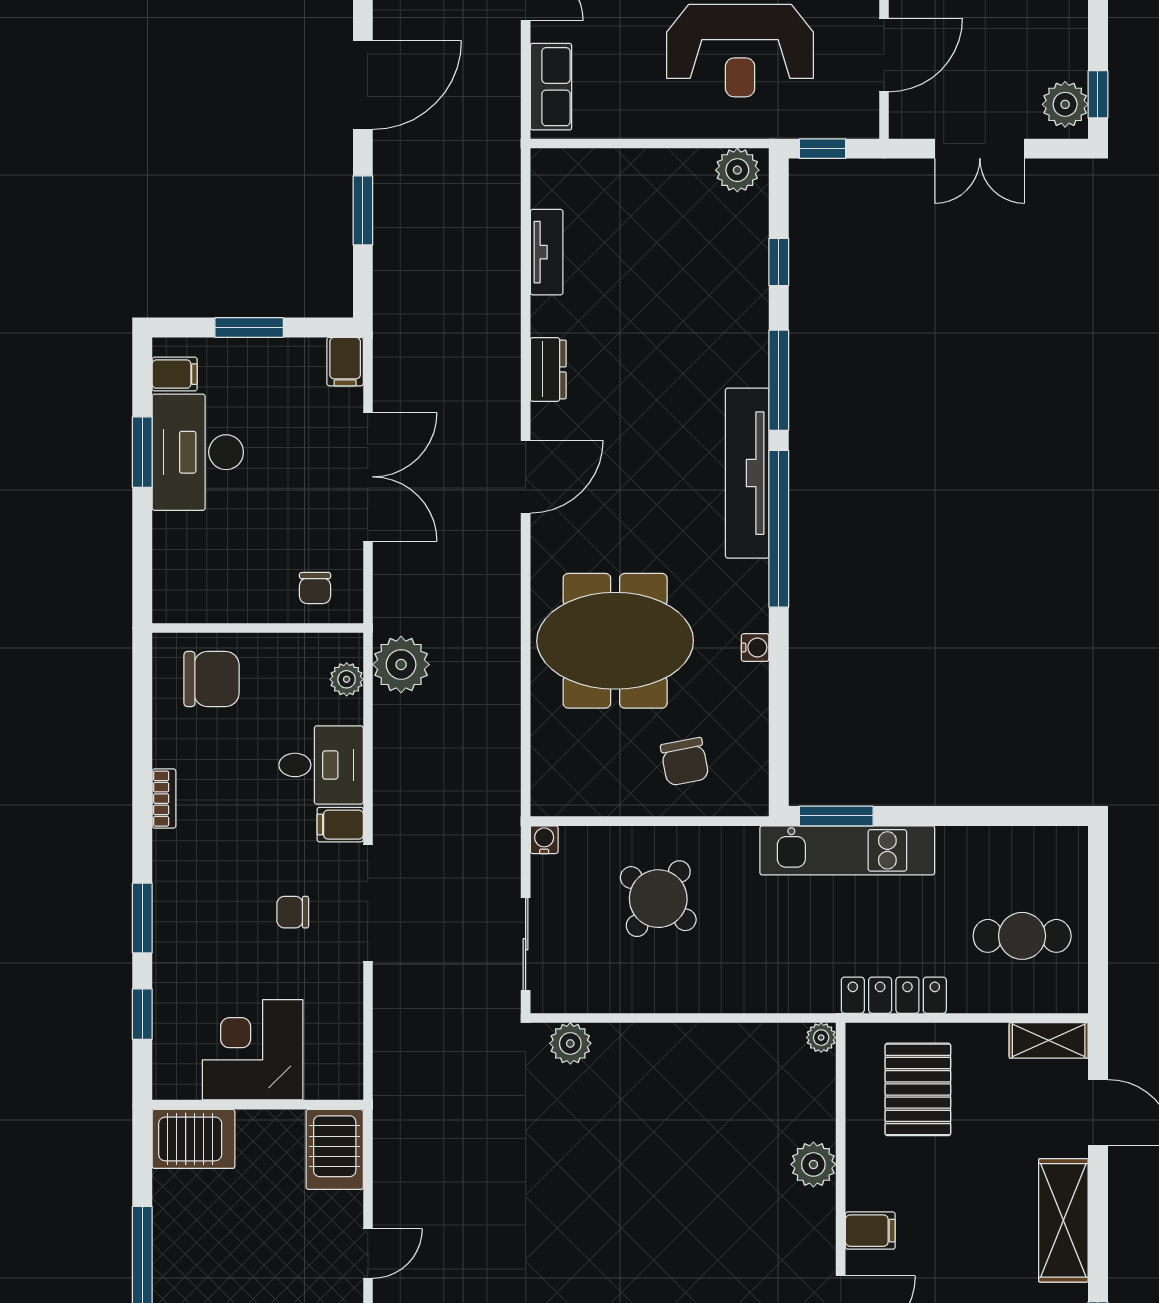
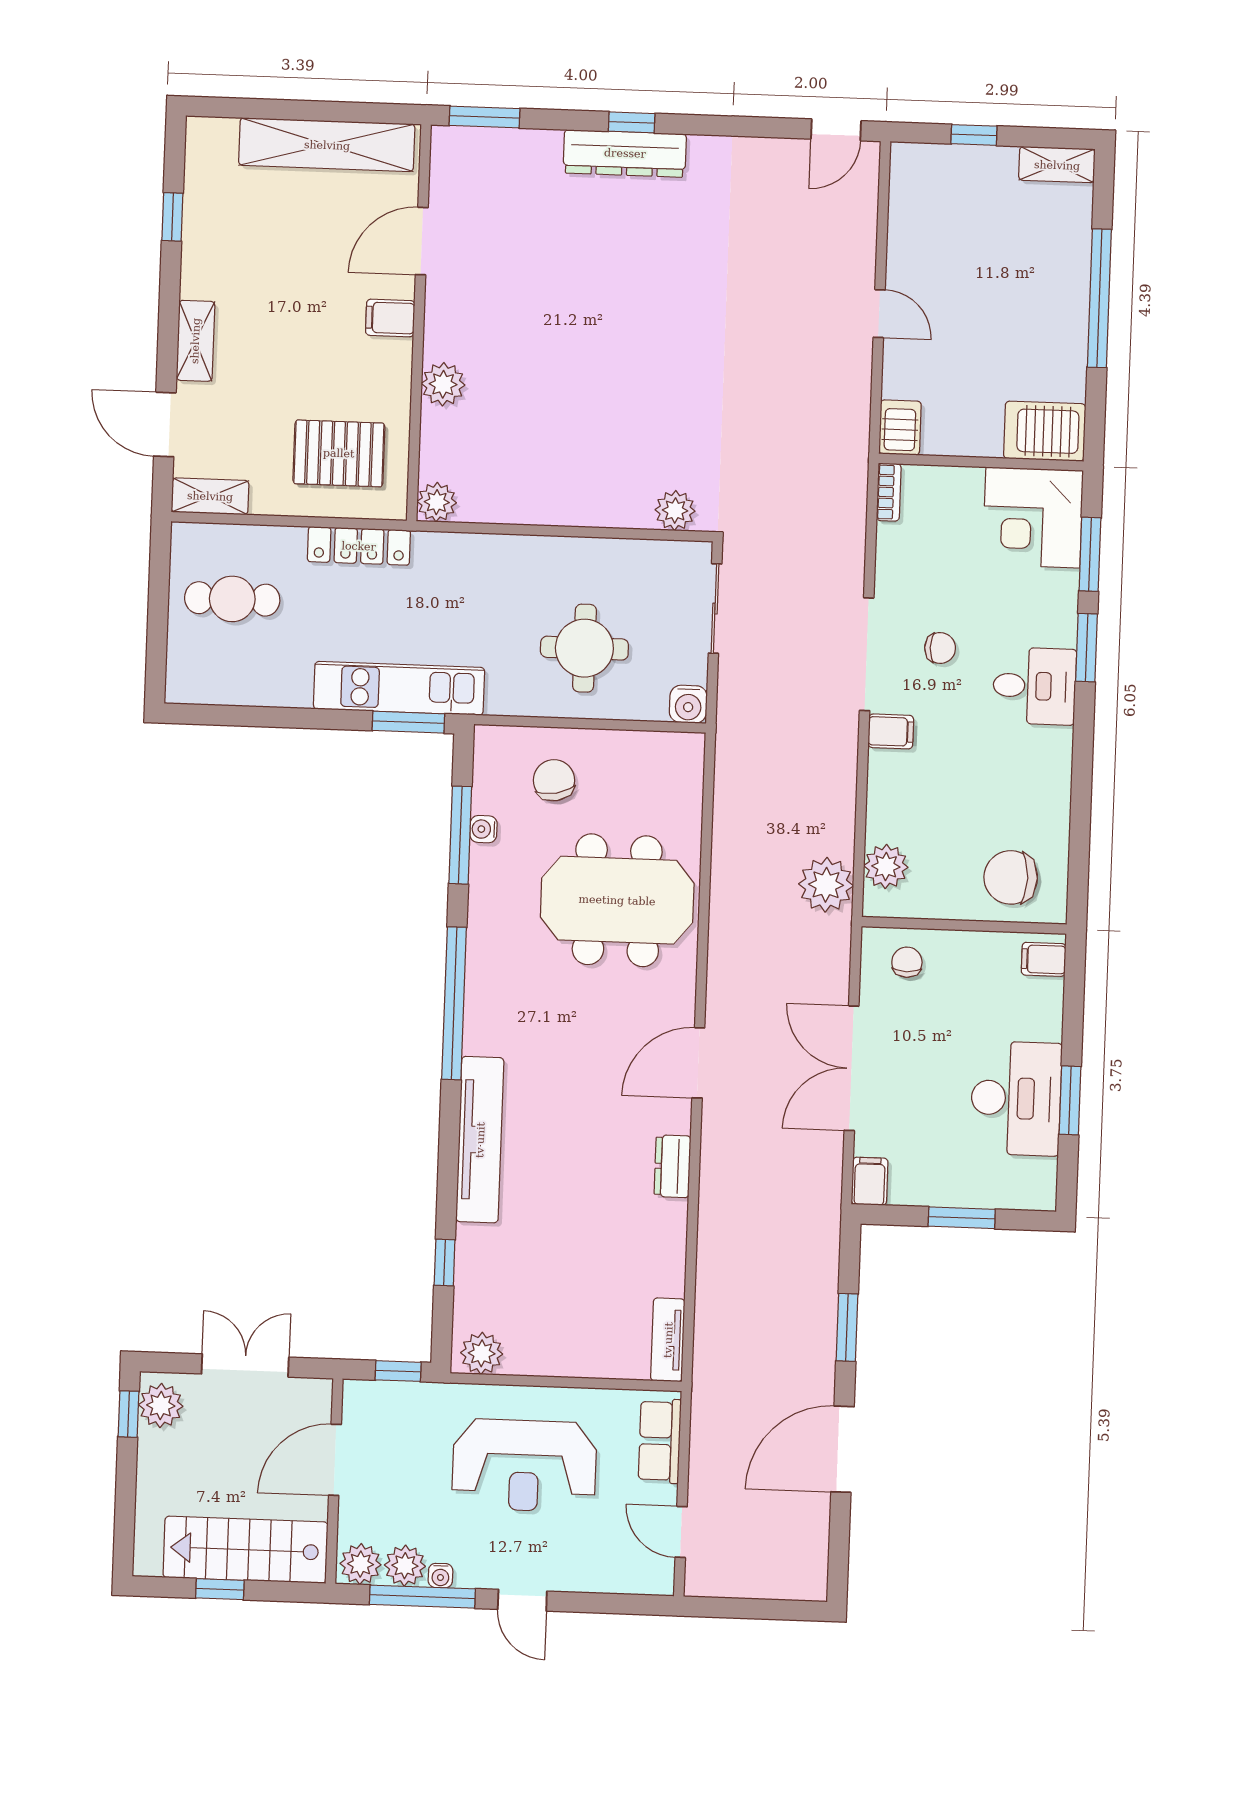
reception desk: (740, 51) -> (524, 1465), moved, turned 180
tv unit: (547, 252) -> (668, 1340), moved
filing cabinet: (175, 374) -> (1044, 959), moved
window: (779, 380) -> (460, 835), moved
tv unit: (747, 473) -> (480, 1140), moved
water cooler: (755, 647) -> (483, 829), moved
plant: (347, 679) -> (886, 866), width x1.38, depth x1.38
desk: (321, 765) -> (1034, 686), moved, turned 180
bookcase: (164, 799) -> (889, 492), moved, turned 180
water cooler: (544, 840) -> (688, 704), width x1.38, depth x1.38
round table: (658, 899) -> (584, 648), turned -38
window: (142, 1014) -> (1090, 554), width x1.50
plant: (821, 1038) -> (437, 502), width x1.38, depth x1.38
corner desk: (253, 1050) -> (1033, 517), moved, turned 90
pallet: (918, 1089) -> (339, 453), turned 90
server rack: (335, 1149) -> (900, 427), width x0.73, depth x0.70
shelving: (1063, 1220) -> (195, 341), width x0.67, depth x0.75
door: (368, 1253) -> (879, 314), swing flipped

